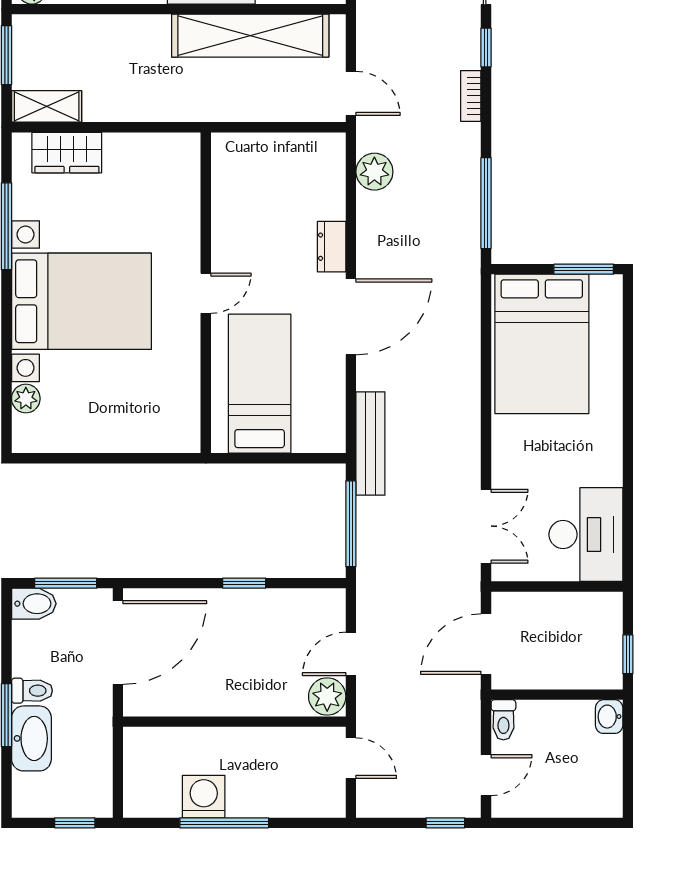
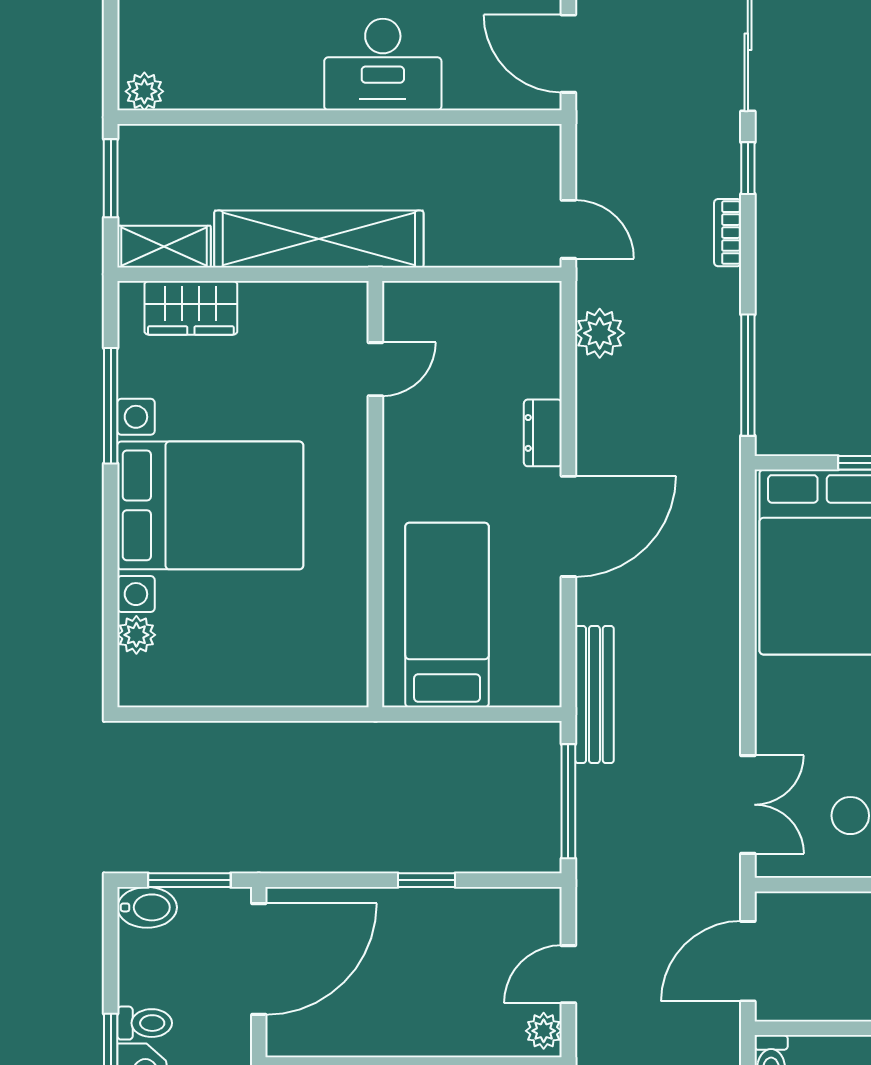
shelving: (250, 36) -> (319, 239), moved
door: (206, 293) -> (375, 369), moved
plant: (327, 696) -> (544, 1031), width x0.73, depth x0.73

